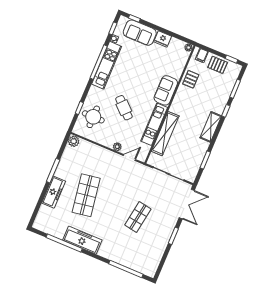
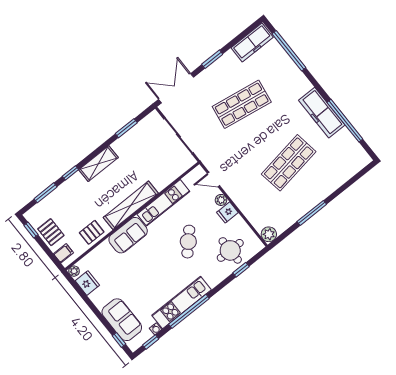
fridge: (163, 39) -> (87, 283), moved
shelving: (165, 134) -> (131, 205), moved
fridge: (109, 141) -> (227, 212), added
freezer: (54, 192) -> (252, 42), moved, turned 180
shop shelf: (138, 217) -> (242, 104), width x1.43, depth x1.36

